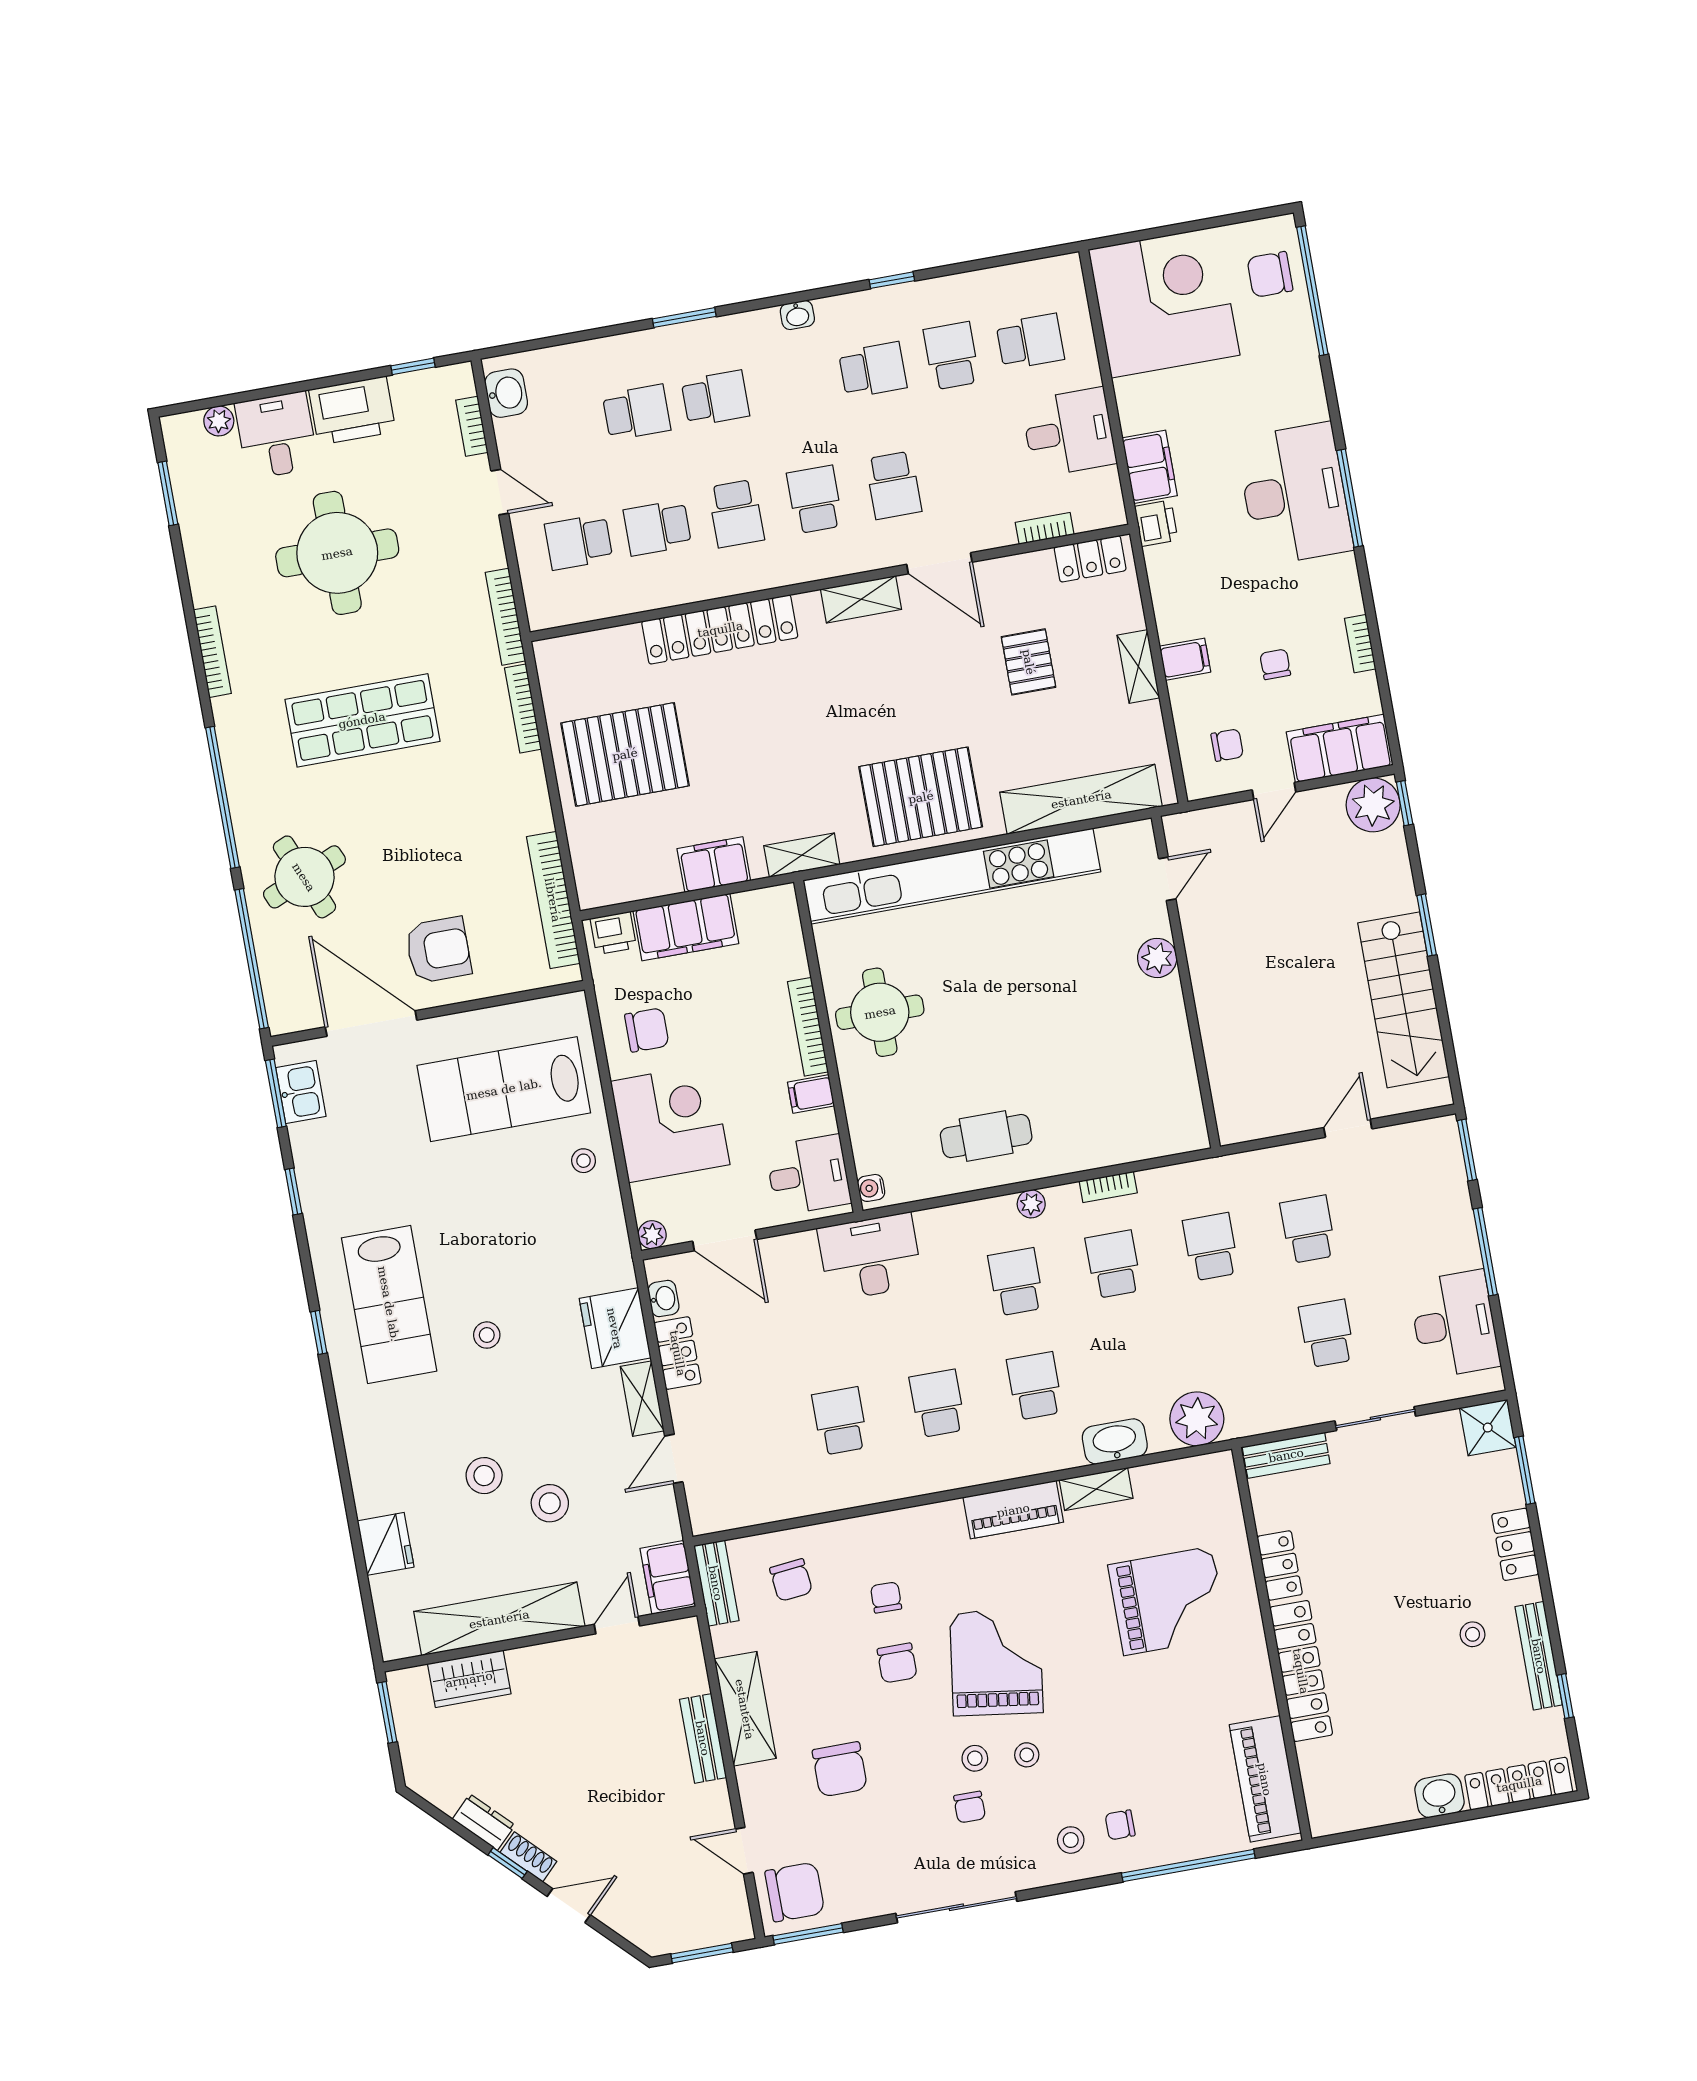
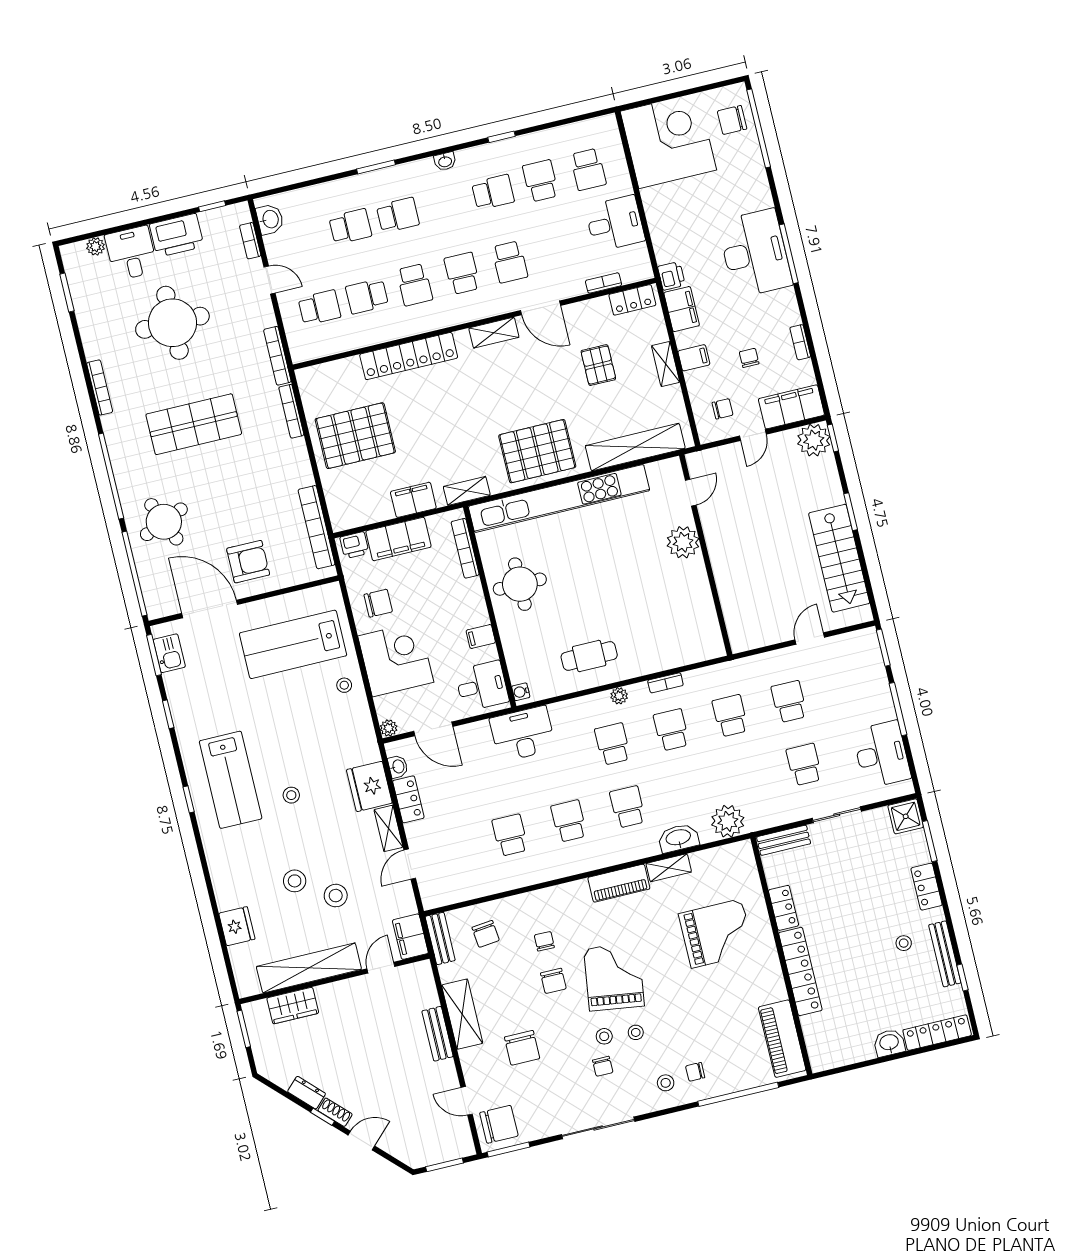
school desk: (1030, 342) -> (588, 169), turned 90
filing cabinet: (1150, 467) -> (682, 309), moved
school desk: (579, 542) -> (319, 308), turned 180
plant: (1157, 958) -> (683, 542), width x1.36, depth x1.36
bookcase: (808, 1027) -> (465, 548), moved

